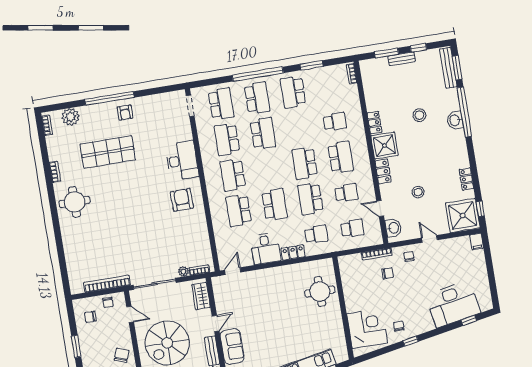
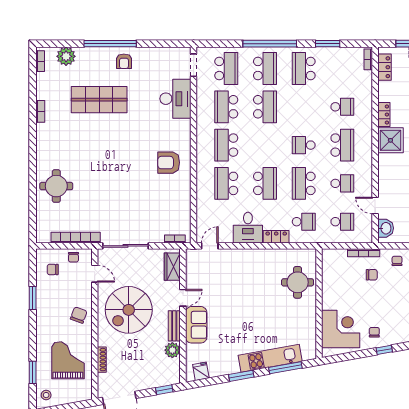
desk: (182, 161) -> (175, 99), moved
school desk: (305, 163) -> (304, 145), width x0.54
locker: (383, 171) -> (384, 67), moved
armchair: (182, 200) -> (169, 163), turned -89
round table: (75, 202) -> (56, 186), moved
plant: (183, 271) -> (158, 238), removed

